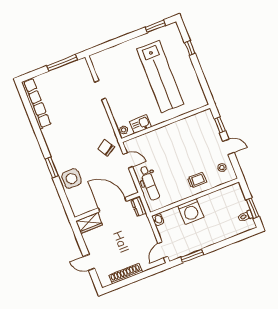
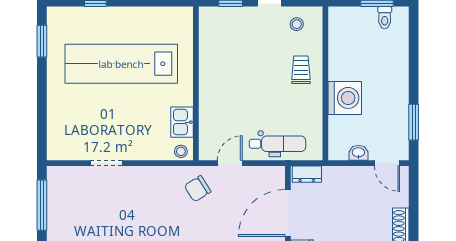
lab bench: (160, 77) -> (121, 64), turned 180
washbasin: (158, 220) -> (358, 153), moved

